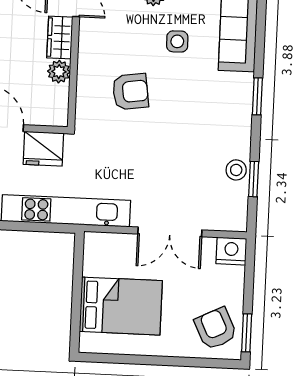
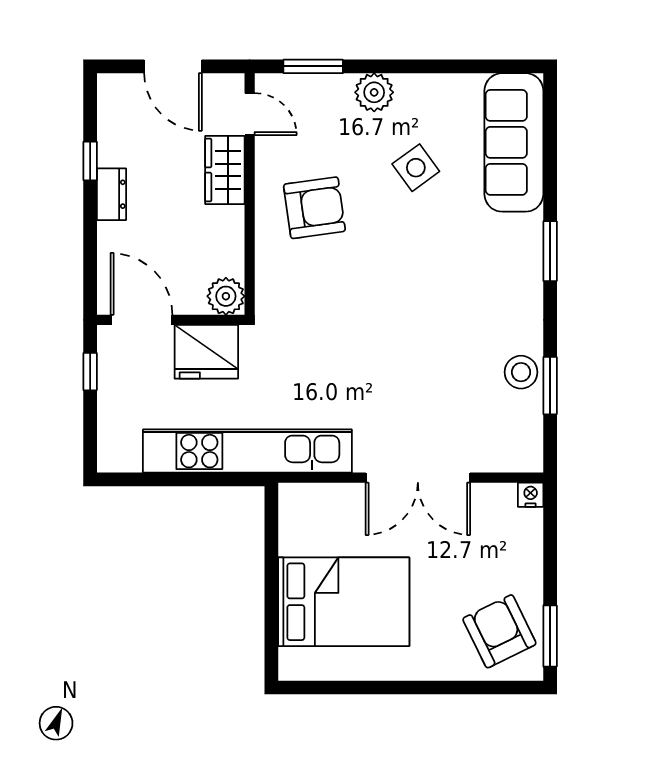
side table: (177, 41) -> (416, 168), turned -35
plant: (59, 72) -> (226, 296), moved
armchair: (130, 92) -> (314, 208), moved
nightstand: (231, 251) -> (531, 495), width x0.53, depth x0.56

